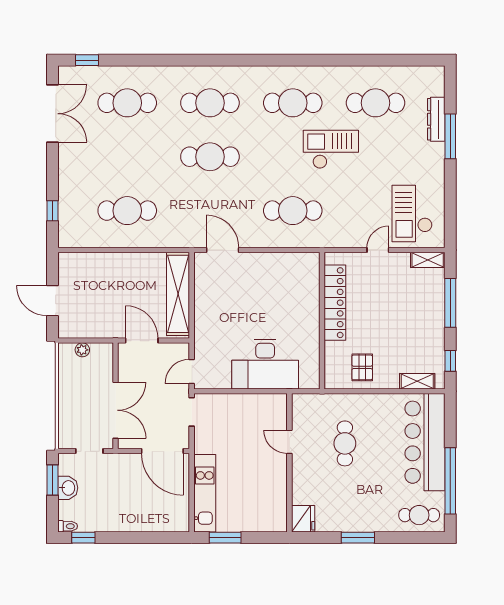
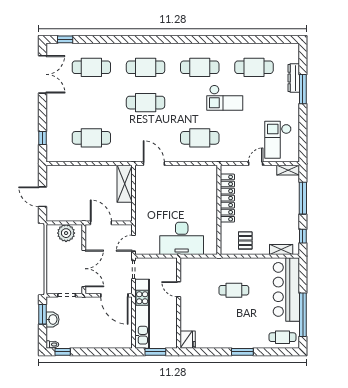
checkout: (331, 149) -> (225, 98), turned 180
shelving: (178, 294) -> (125, 184), width x0.68
plant: (82, 350) -> (66, 233), width x1.88, depth x1.88
door: (289, 442) -> (179, 289), moved
cafe table: (345, 443) -> (234, 290), turned 90
wall: (289, 463) -> (179, 303), moved
kitchen unit: (205, 493) -> (142, 314), width x1.36
fridge: (303, 519) -> (188, 340), moved

